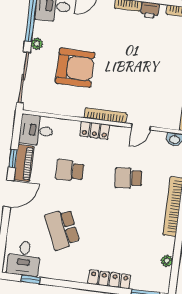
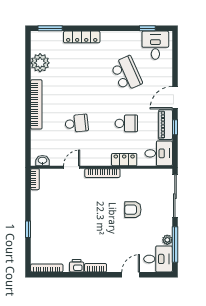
plant: (37, 44) -> (167, 240), moved
armchair: (75, 68) -> (133, 210), width x0.53, depth x0.53
locker: (95, 130) -> (124, 160), moved
plant: (167, 261) -> (40, 63), width x1.87, depth x1.87

